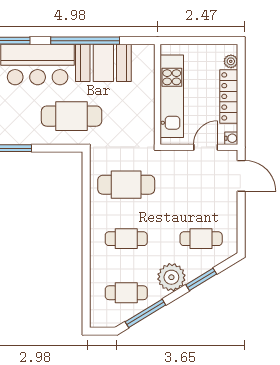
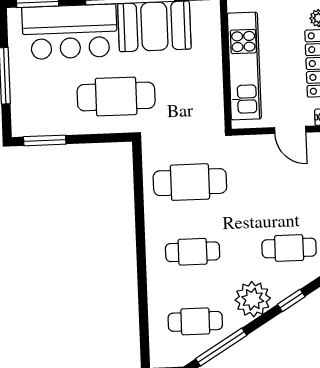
door: (206, 147) -> (290, 130), swing flipped
window: (201, 279) -> (291, 300), width x0.67

